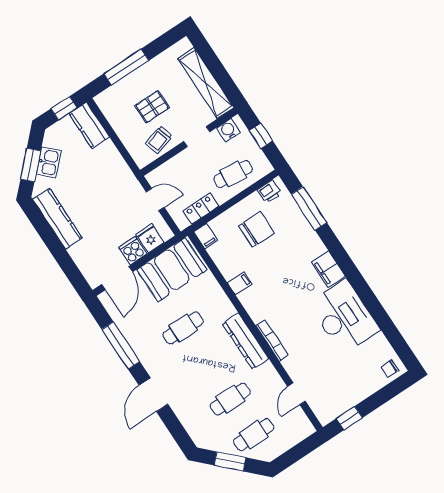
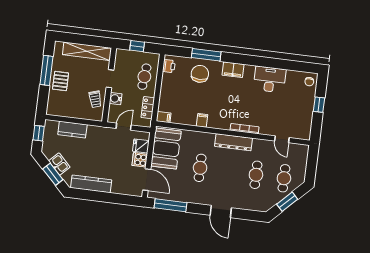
window: (126, 67) -> (47, 70), moved
pallet: (152, 107) -> (61, 81), moved
kitchen counter: (89, 125) -> (72, 130), moved
water cooler: (228, 130) -> (116, 99), moved
window: (309, 208) -> (206, 55), moved
chair: (256, 230) -> (200, 74), moved
desk: (344, 317) -> (270, 79), width x0.73, depth x0.77
window: (121, 346) -> (171, 205), moved
window: (349, 418) -> (319, 105), moved

